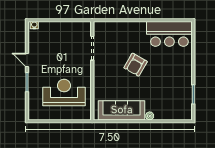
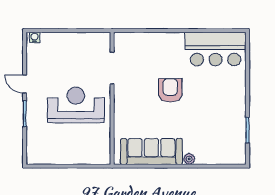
armchair: (136, 65) -> (170, 90), turned 150
reception desk: (64, 92) -> (76, 105), moved

